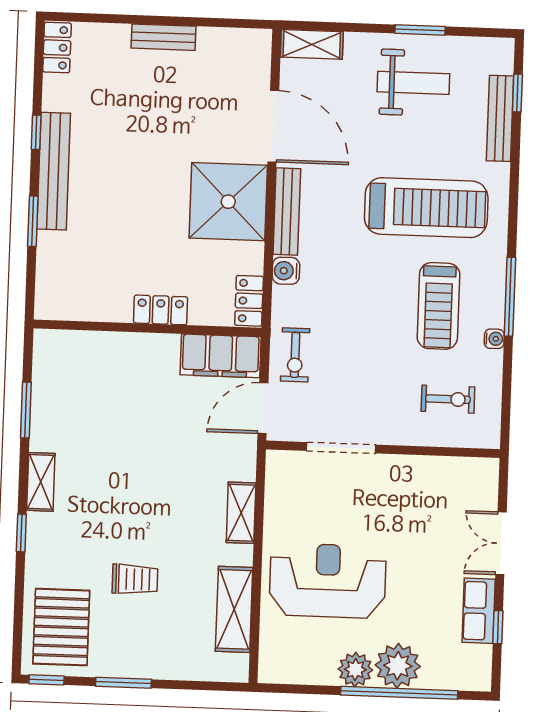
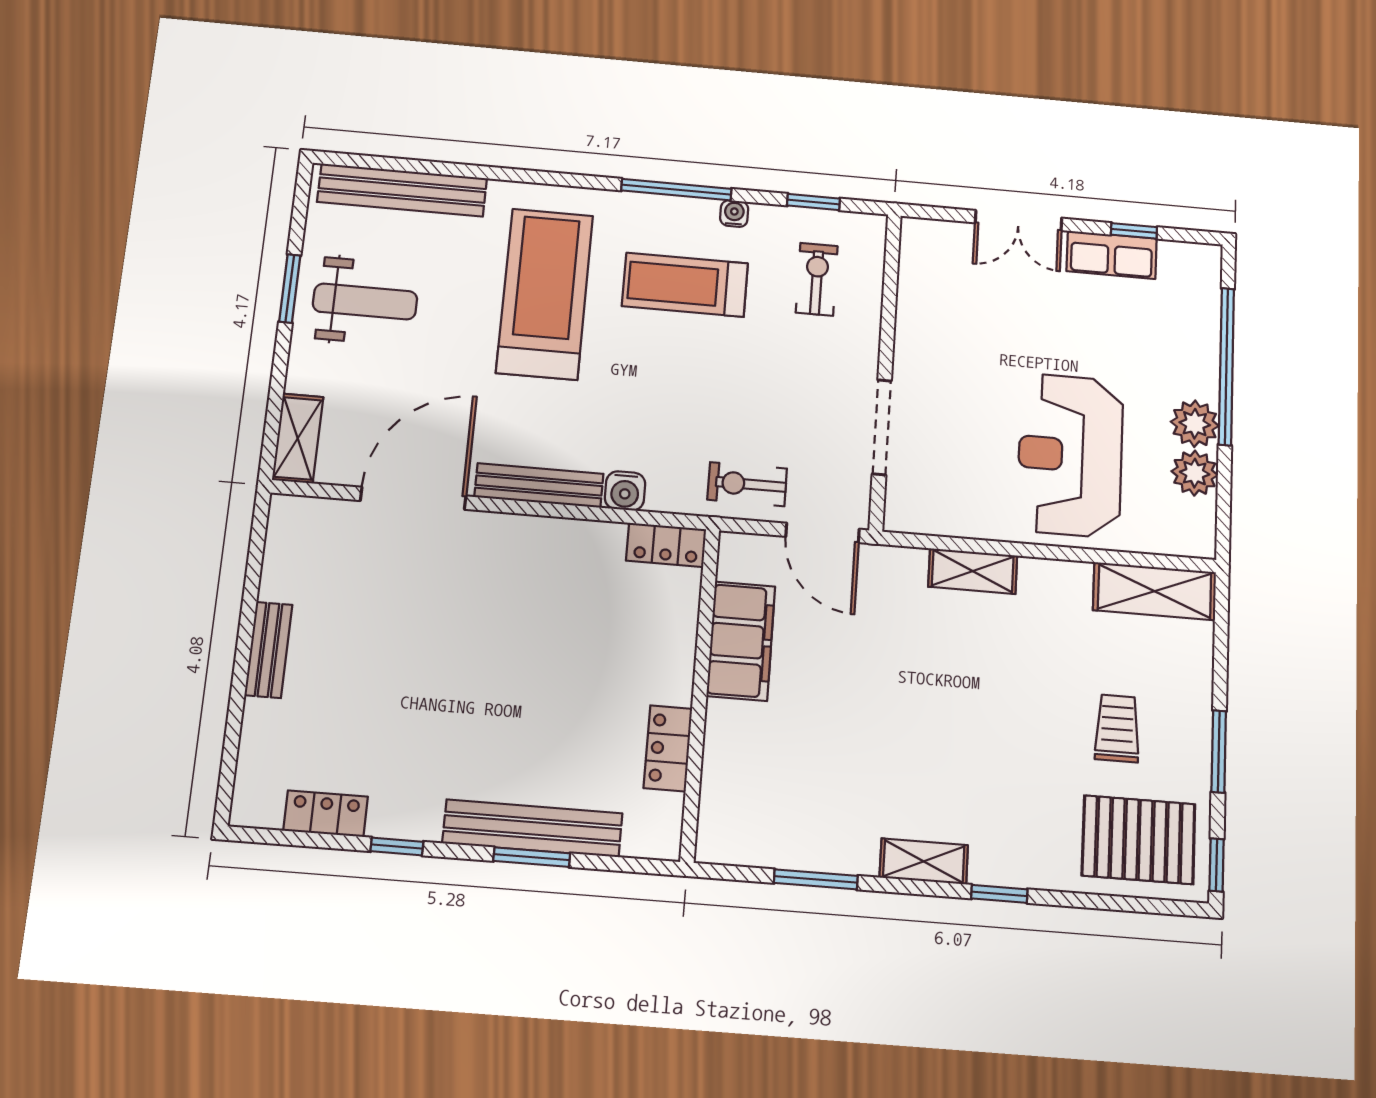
locker: (57, 48) -> (326, 814), moved
weight bench: (413, 83) -> (365, 302), turned 90
window: (517, 93) -> (814, 202), moved
bench: (500, 118) -> (402, 190), width x1.37, depth x1.21
bench: (54, 171) -> (532, 828), moved
shower: (228, 202) -> (520, 568), removed
treadmill: (439, 306) -> (685, 285), turned 180
locker: (161, 310) -> (668, 748), moved
exercise bike: (295, 355) -> (747, 484), turned 180
filing cabinet: (221, 356) -> (741, 641), moved
trolley: (135, 579) -> (1117, 728), moved
shelving: (234, 609) -> (1155, 591), moved
plant: (398, 666) -> (1195, 473), moved, width x0.73, depth x0.73

